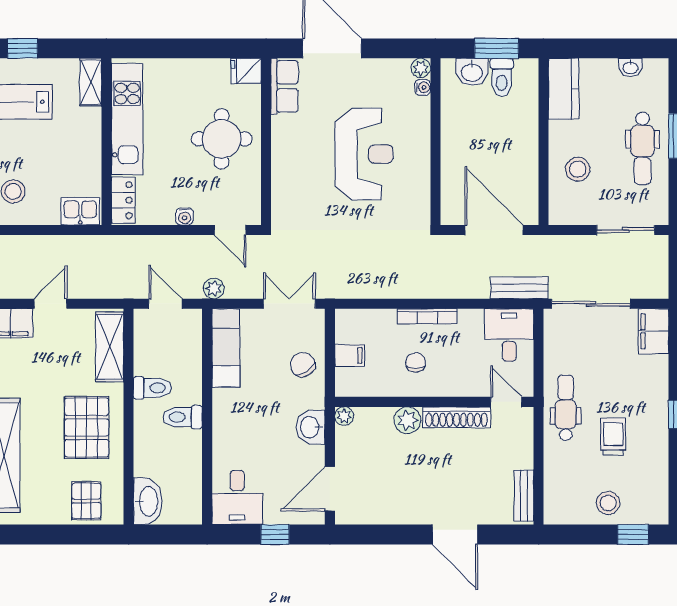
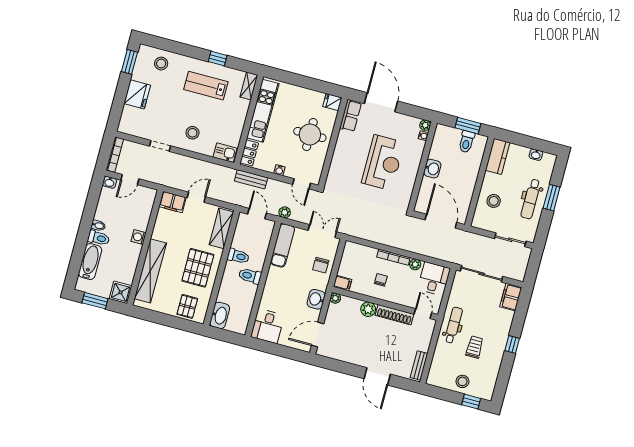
washbasin: (472, 72) -> (432, 169), moved, turned -90
bench: (519, 288) -> (251, 179), moved
plant: (469, 319) -> (415, 264), added
filing cabinet: (350, 356) -> (343, 283), moved
chair: (303, 365) -> (321, 265), turned -148
window: (275, 534) -> (282, 351), removed

